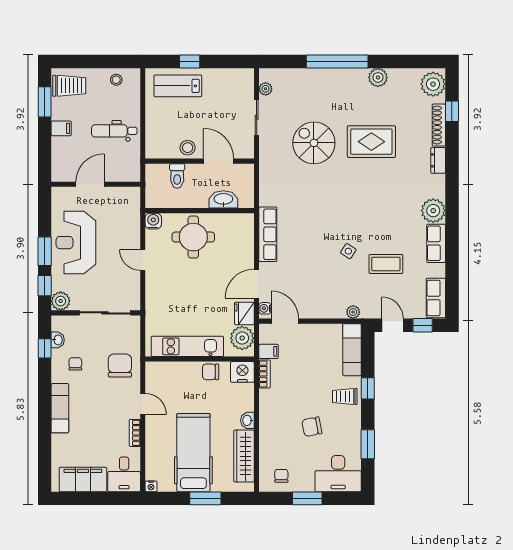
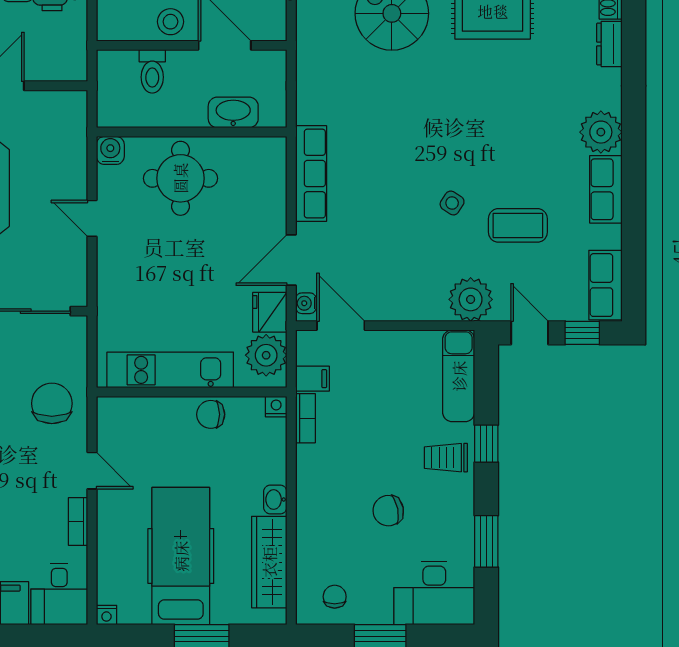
plant: (353, 312) -> (471, 299), width x1.87, depth x1.87
nightstand: (242, 372) -> (276, 407), width x0.53, depth x0.56

